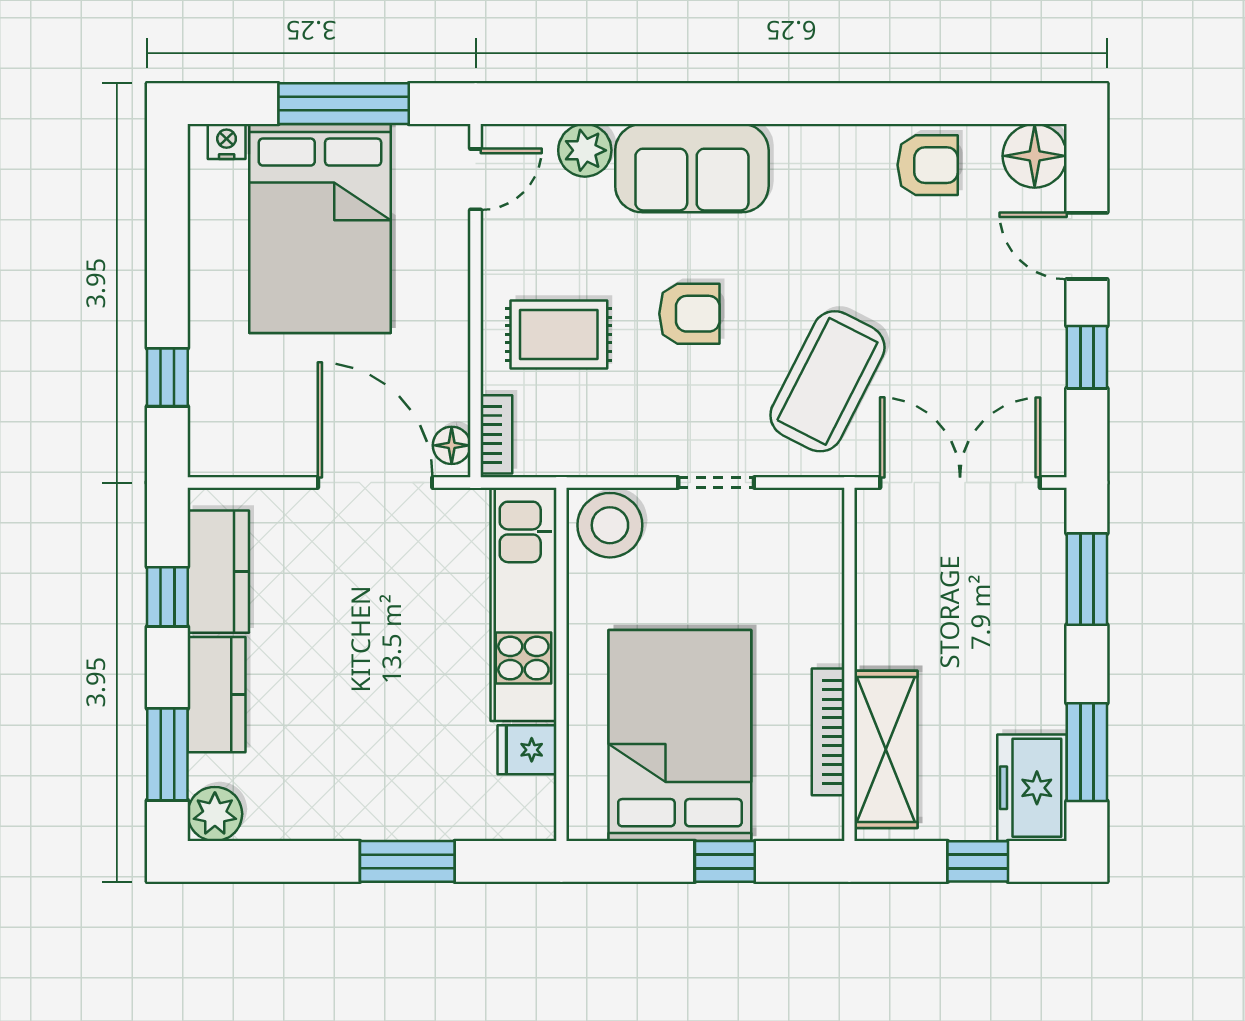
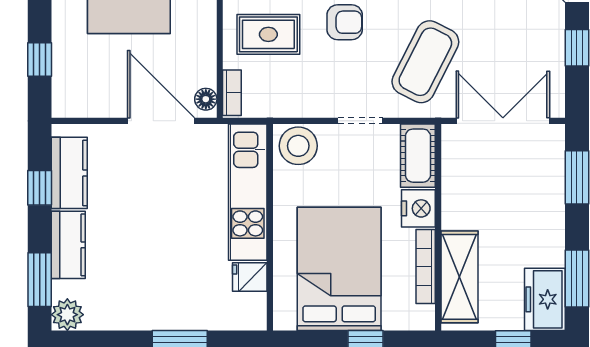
cot: (815, 542) -> (418, 156), added
nightstand: (816, 632) -> (418, 208), added

